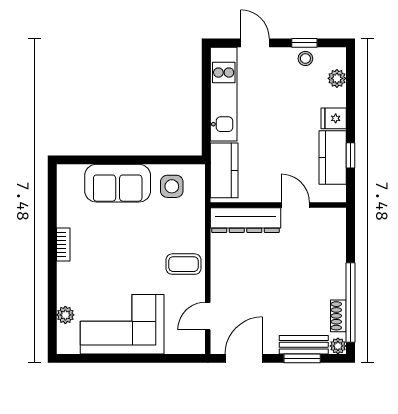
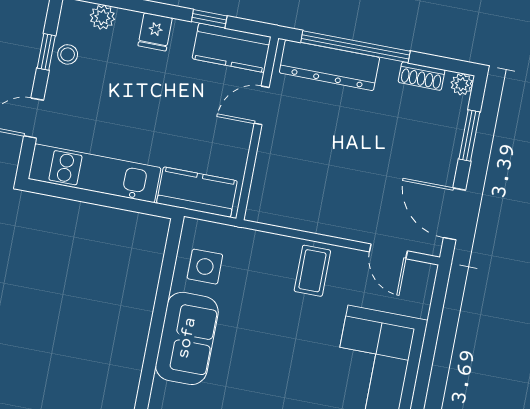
kitchen counter: (333, 157) -> (232, 48), moved
dresser: (246, 220) -> (329, 65), moved, turned 90
window: (350, 302) -> (355, 47), moved
bench: (304, 345) -> (451, 130), removed

